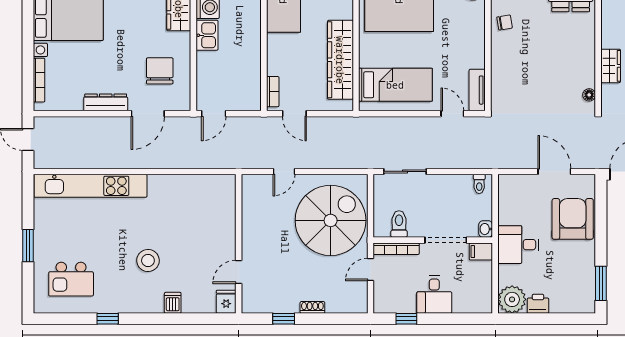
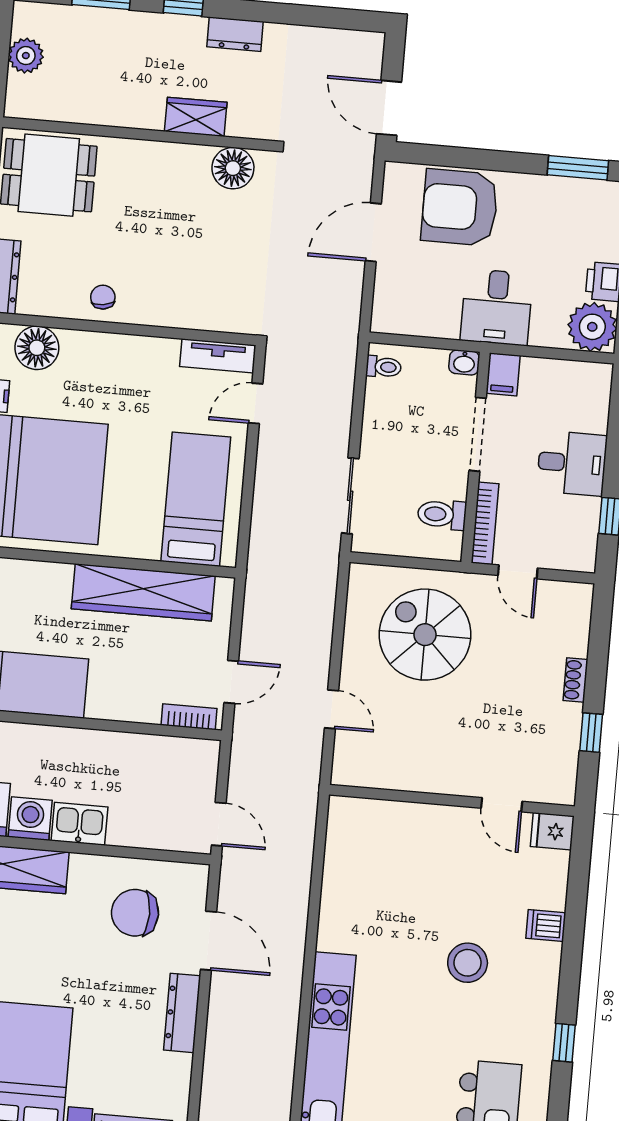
floor lamp: (589, 95) -> (233, 168), width x1.89, depth x1.89
spiral stairs: (331, 220) -> (425, 635), width x0.73, depth x0.73

